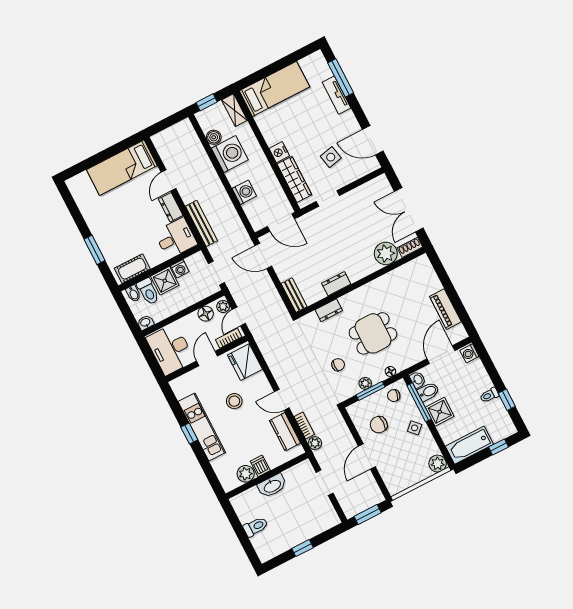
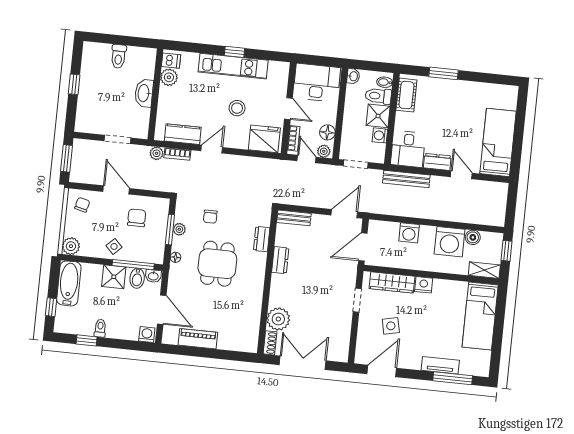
chair: (394, 396) -> (82, 205), moved
dishwasher: (260, 466) -> (171, 61), moved

